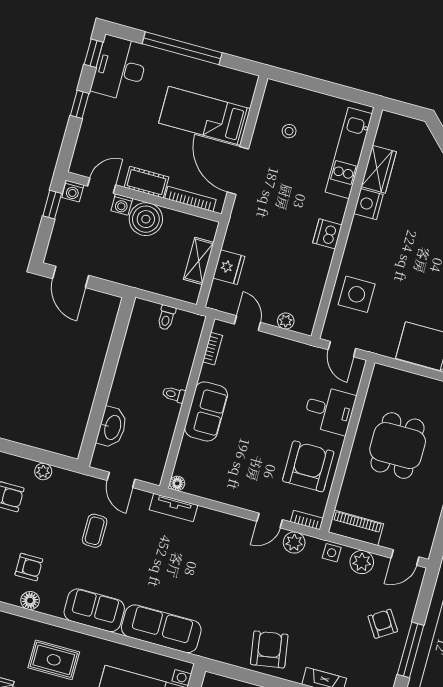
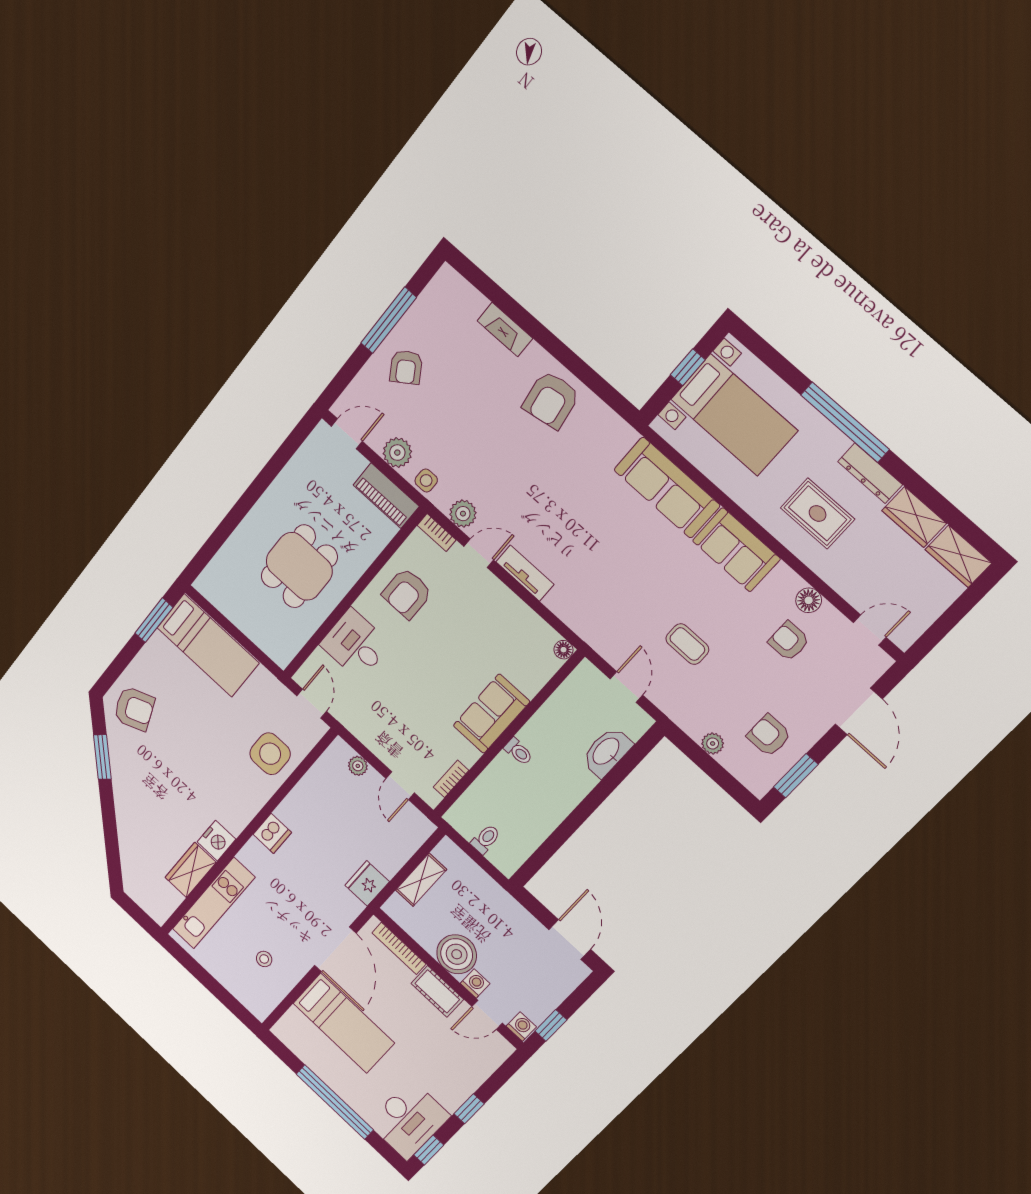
fridge: (229, 267) -> (367, 883), moved
armchair: (308, 466) -> (407, 593), width x0.73, depth x0.73
tv unit: (173, 507) -> (525, 573), moved
coffee table: (95, 531) -> (687, 644), turned 90

